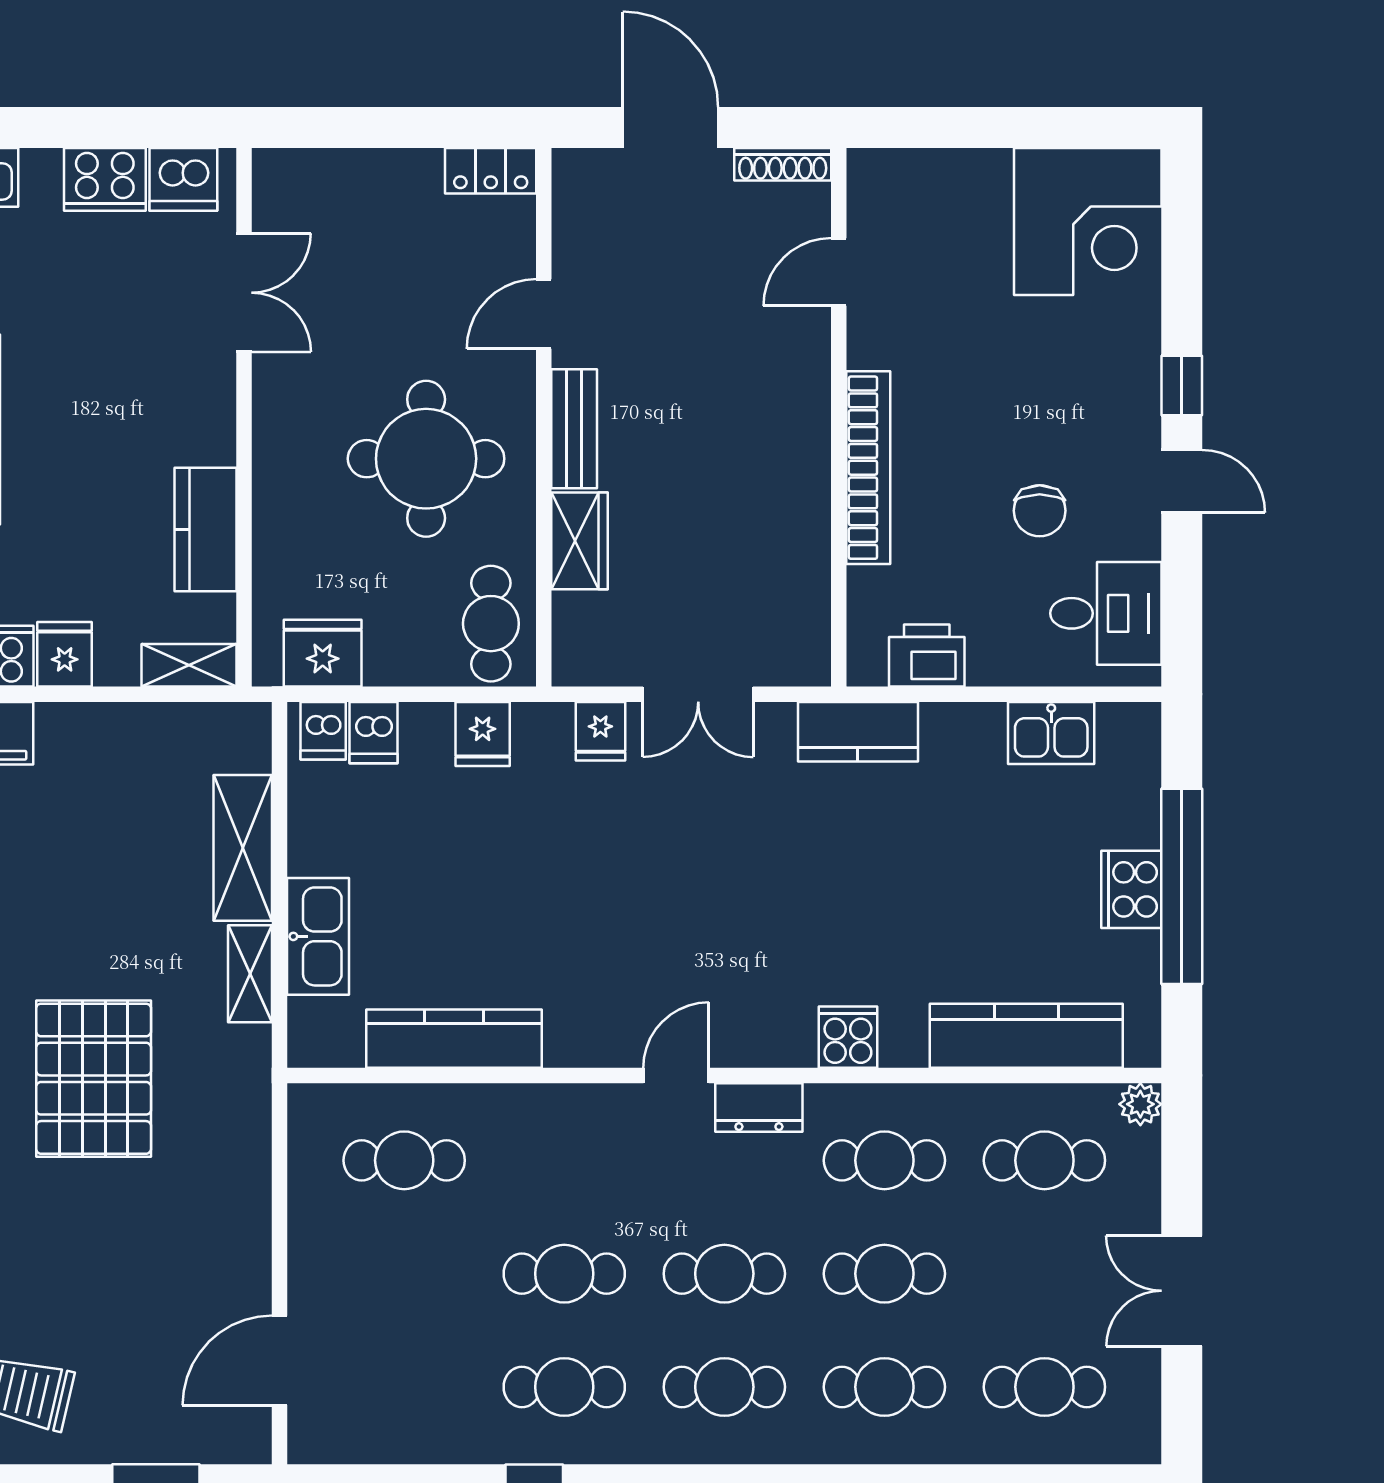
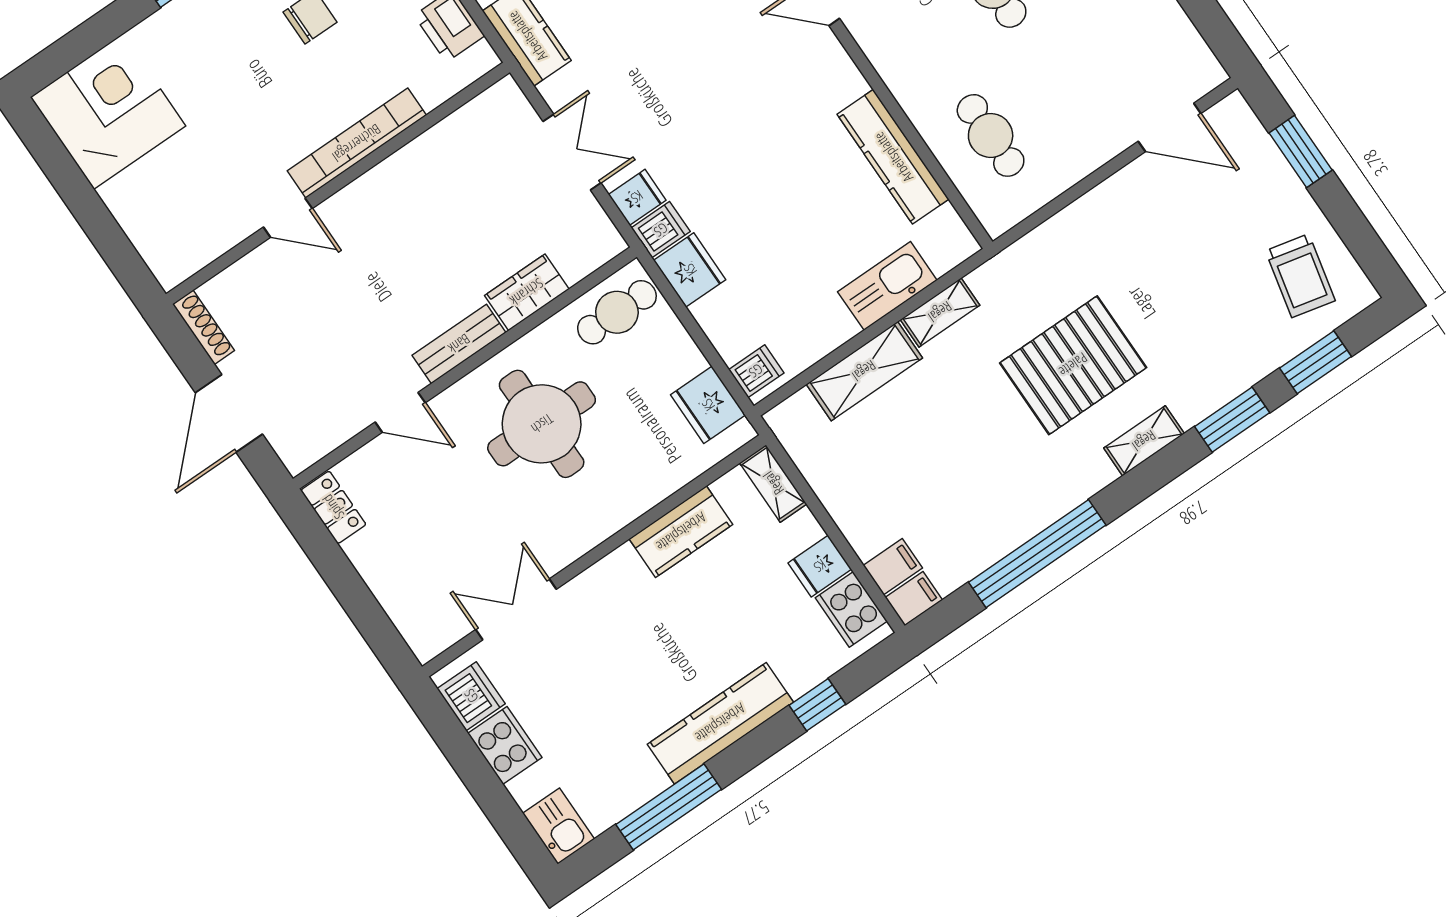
door: (839, 272) -> (288, 218), moved
dishwasher: (374, 733) -> (661, 230), moved
fridge: (483, 734) -> (690, 270), width x1.38

